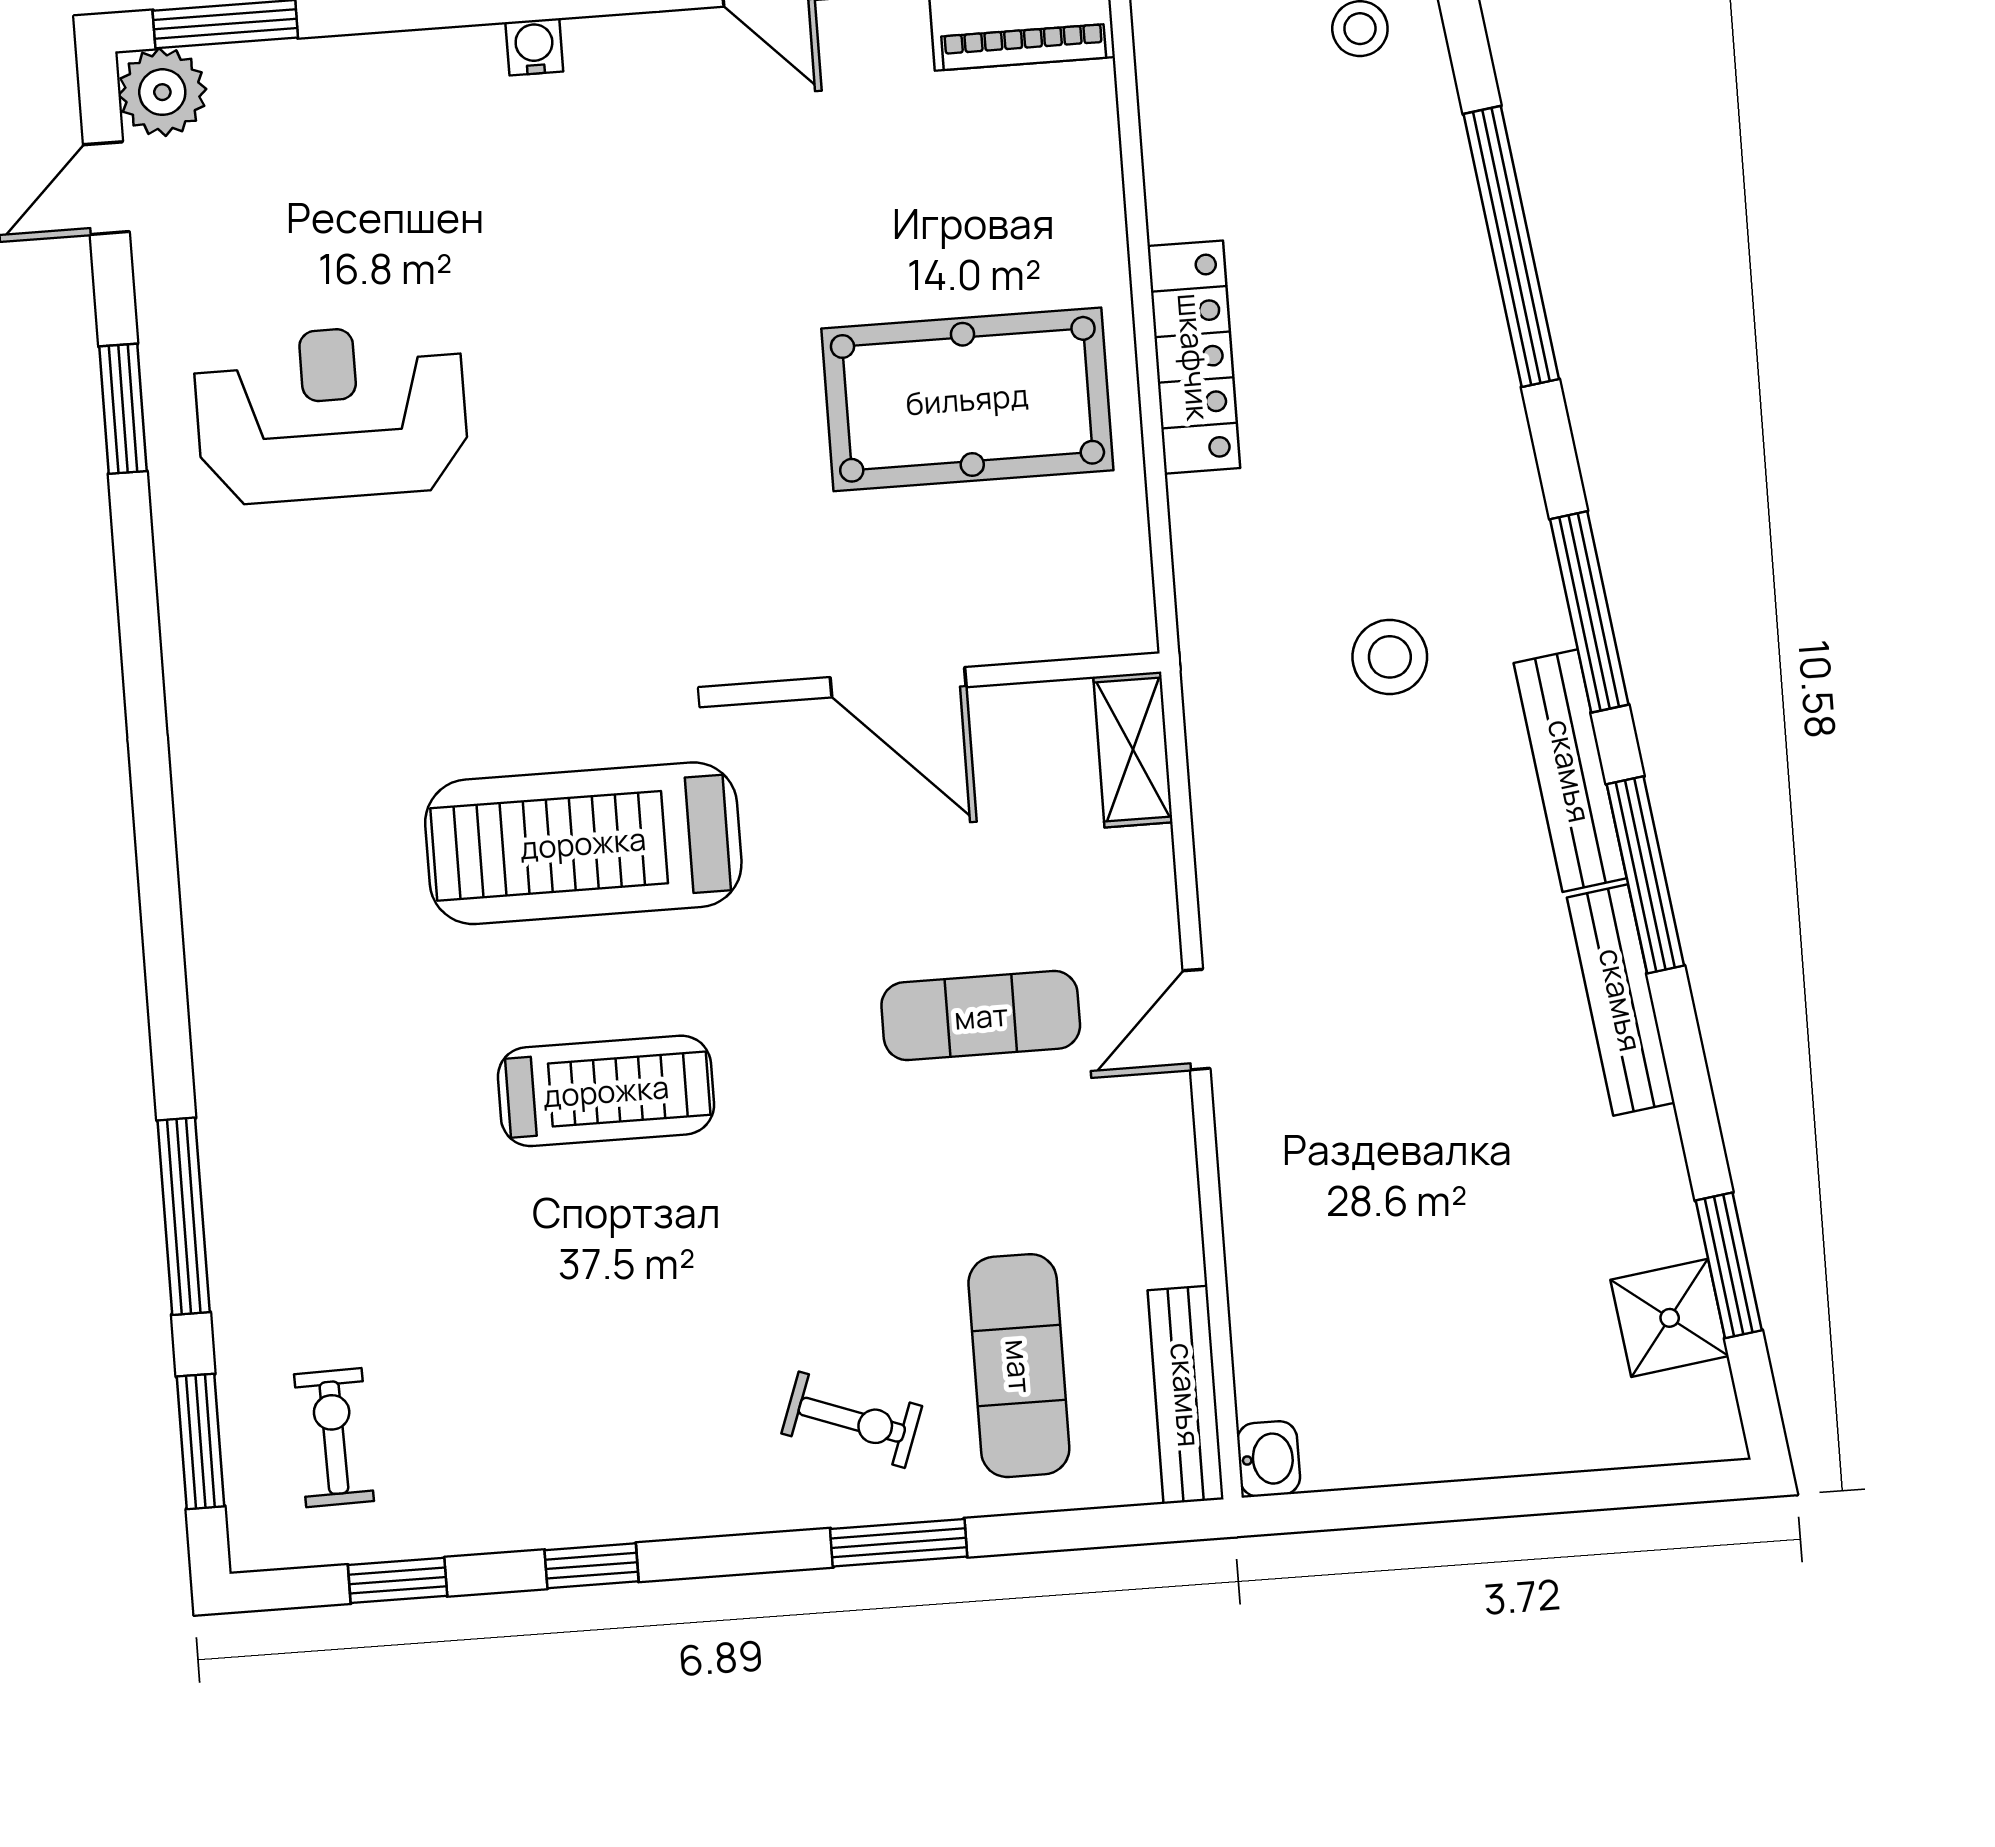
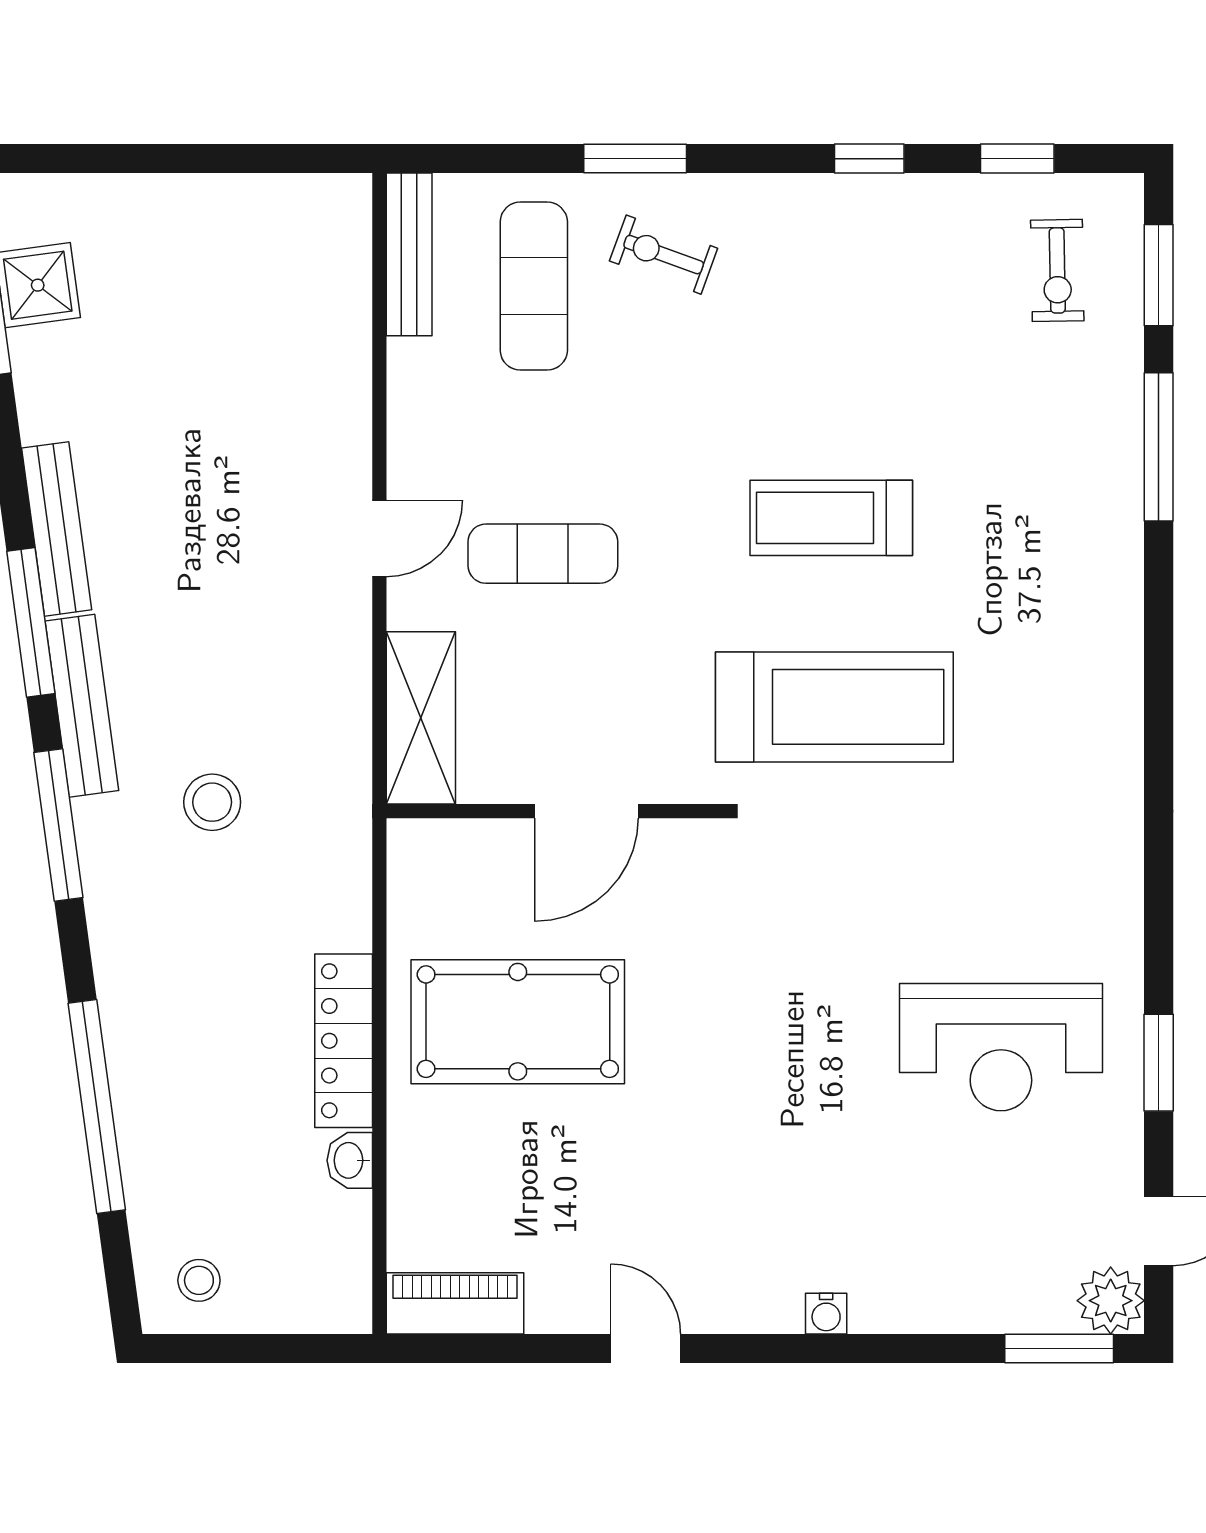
door: (898, 682) -> (586, 811), swing flipped
shelving: (1133, 750) -> (421, 718), width x1.50, depth x1.33
washbasin: (1269, 1459) -> (350, 1160), moved

